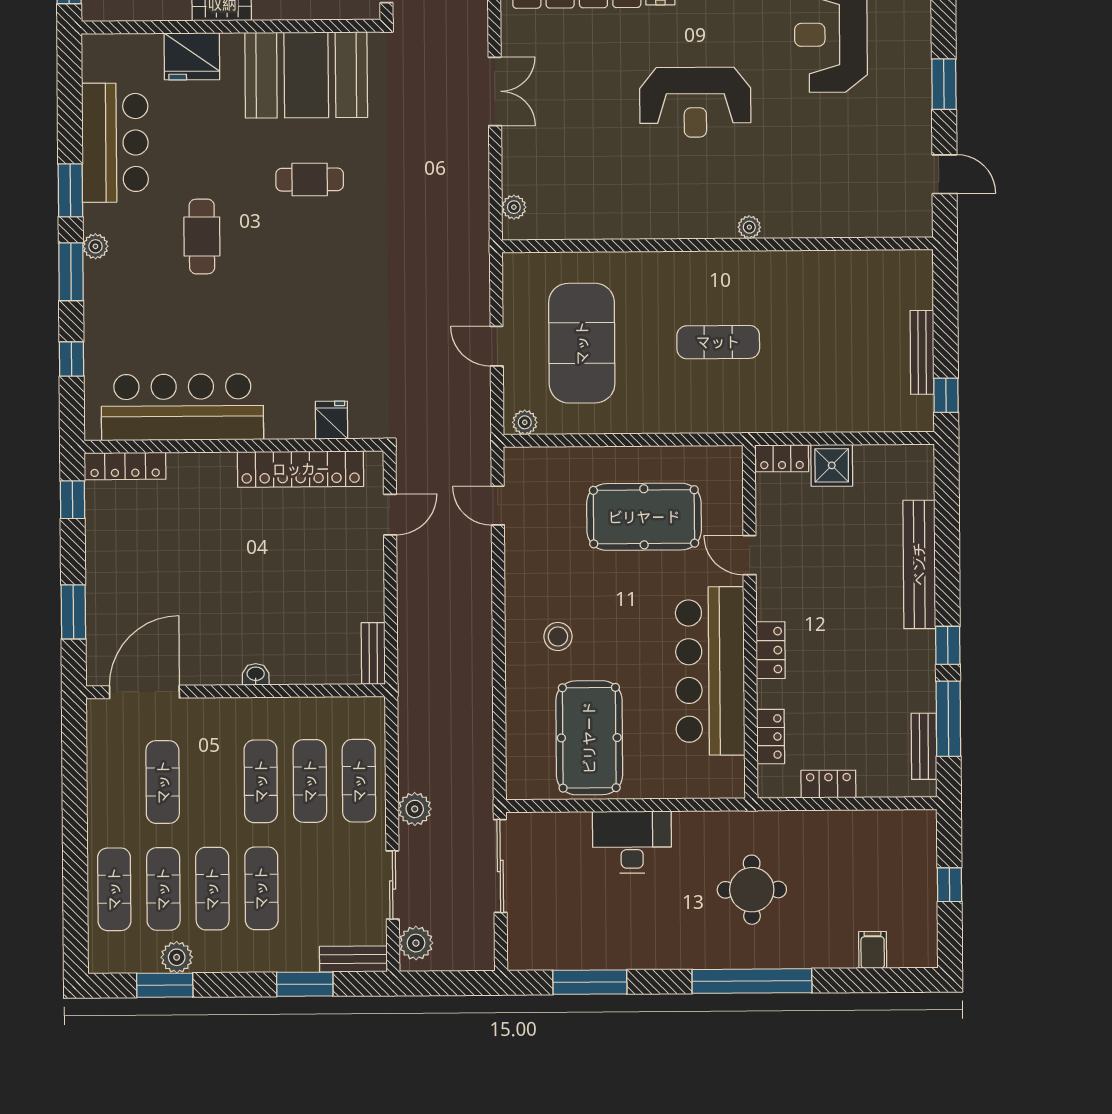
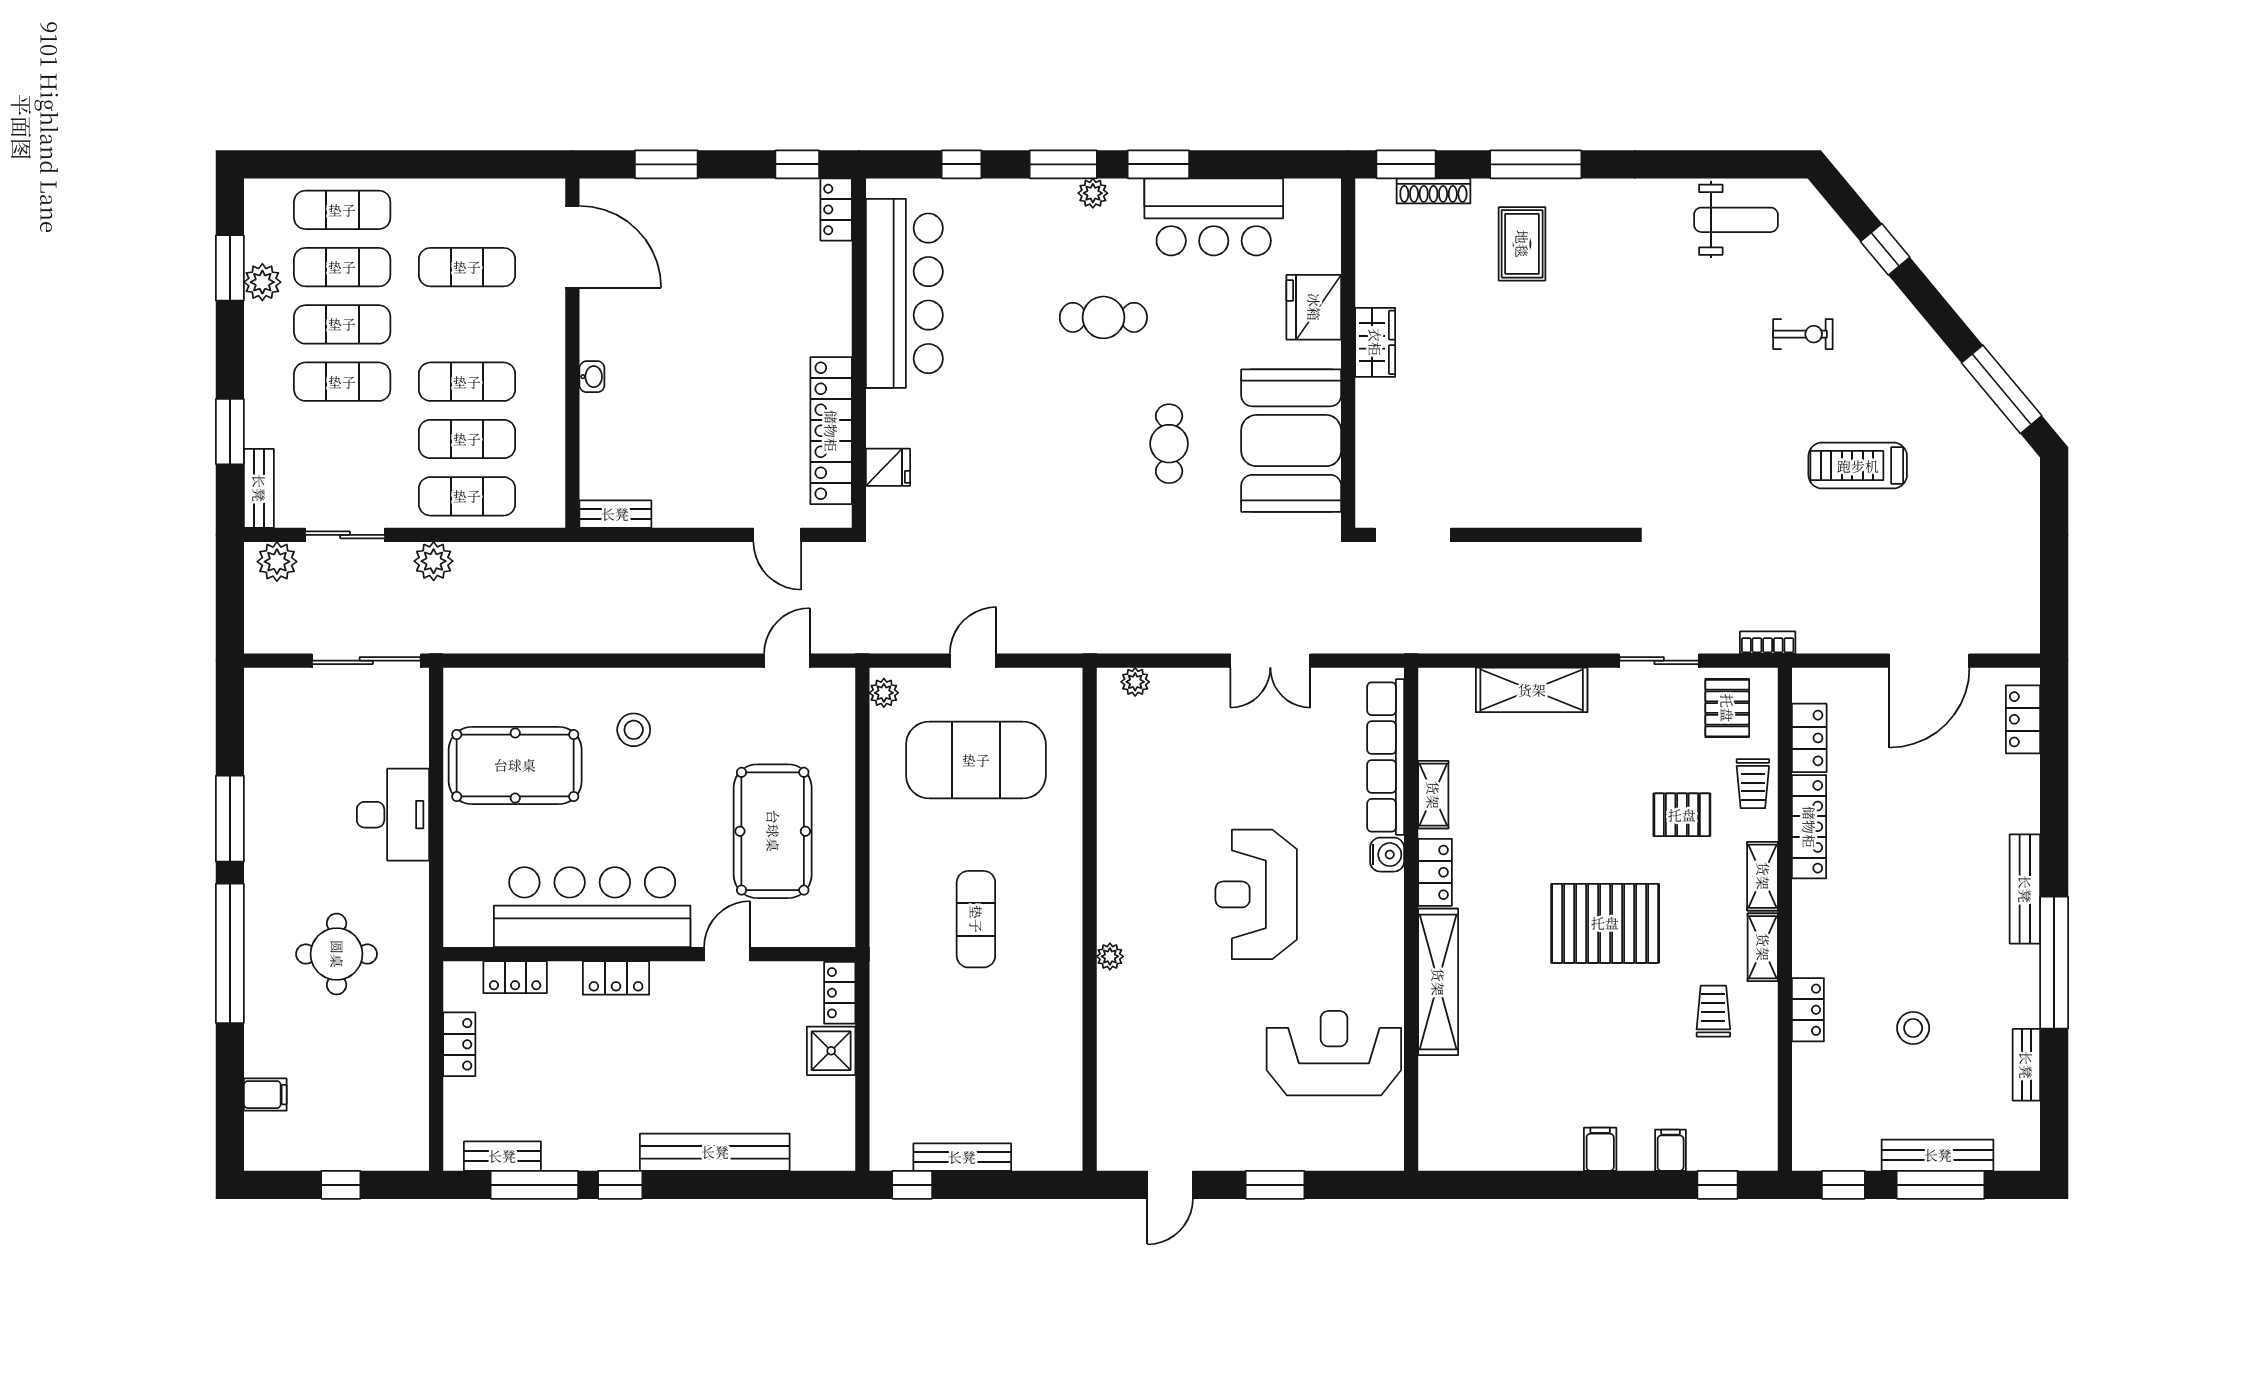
locker: (125, 466) -> (836, 210), width x0.66
window: (590, 982) -> (230, 819), moved

